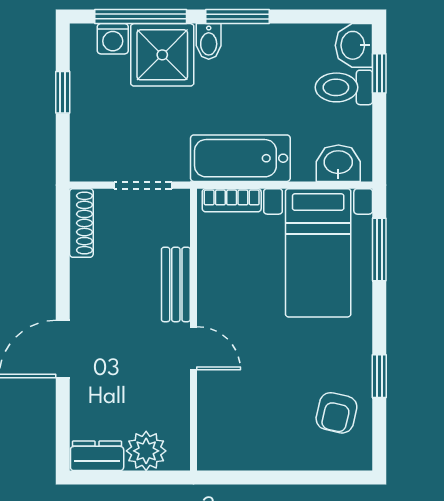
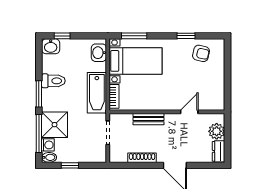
bidet: (209, 41) -> (49, 157), moved
toilet: (344, 87) -> (53, 81), moved, turned -90
shoe rack: (81, 223) -> (142, 158), moved
door: (194, 348) -> (189, 112), moved

